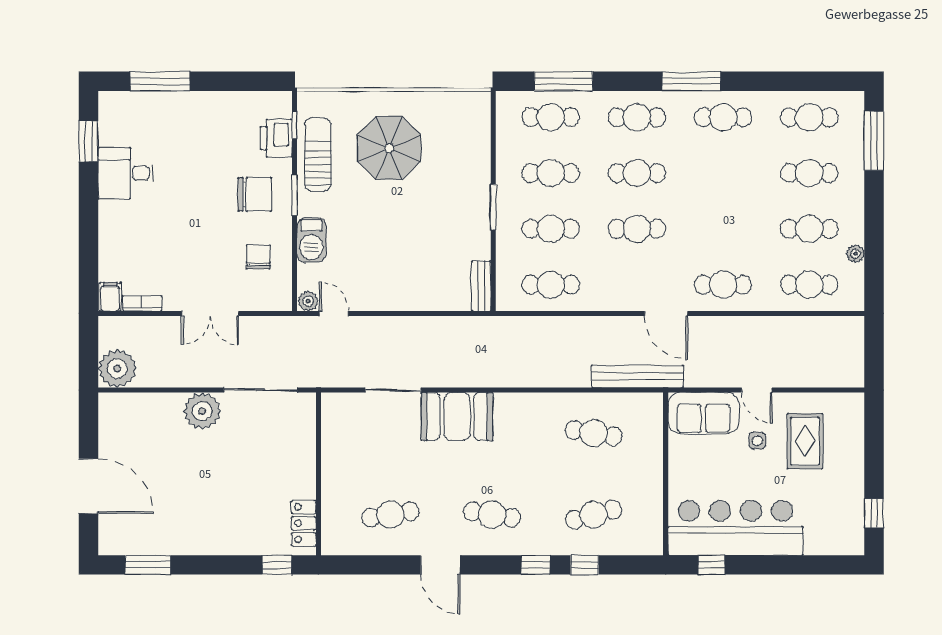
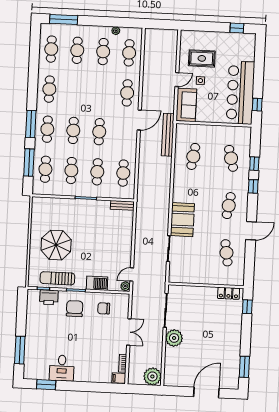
window: (691, 81) -> (31, 124), moved

